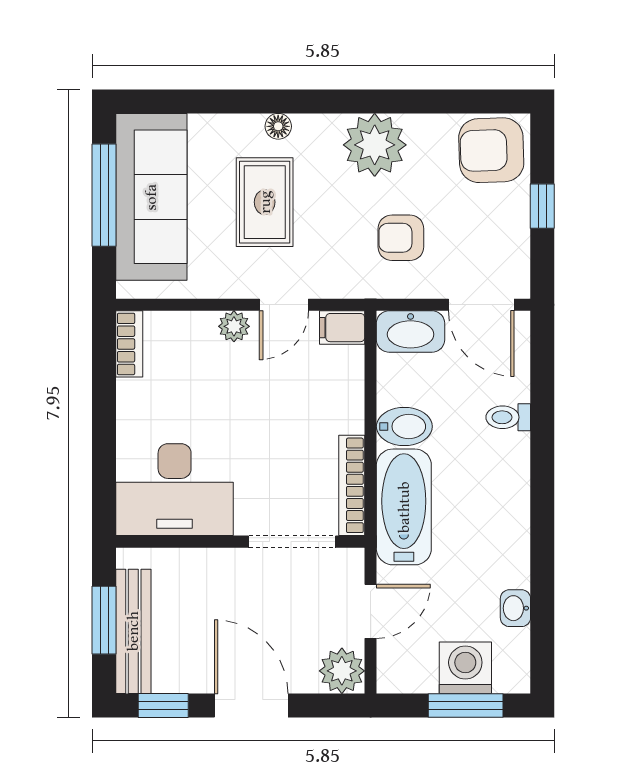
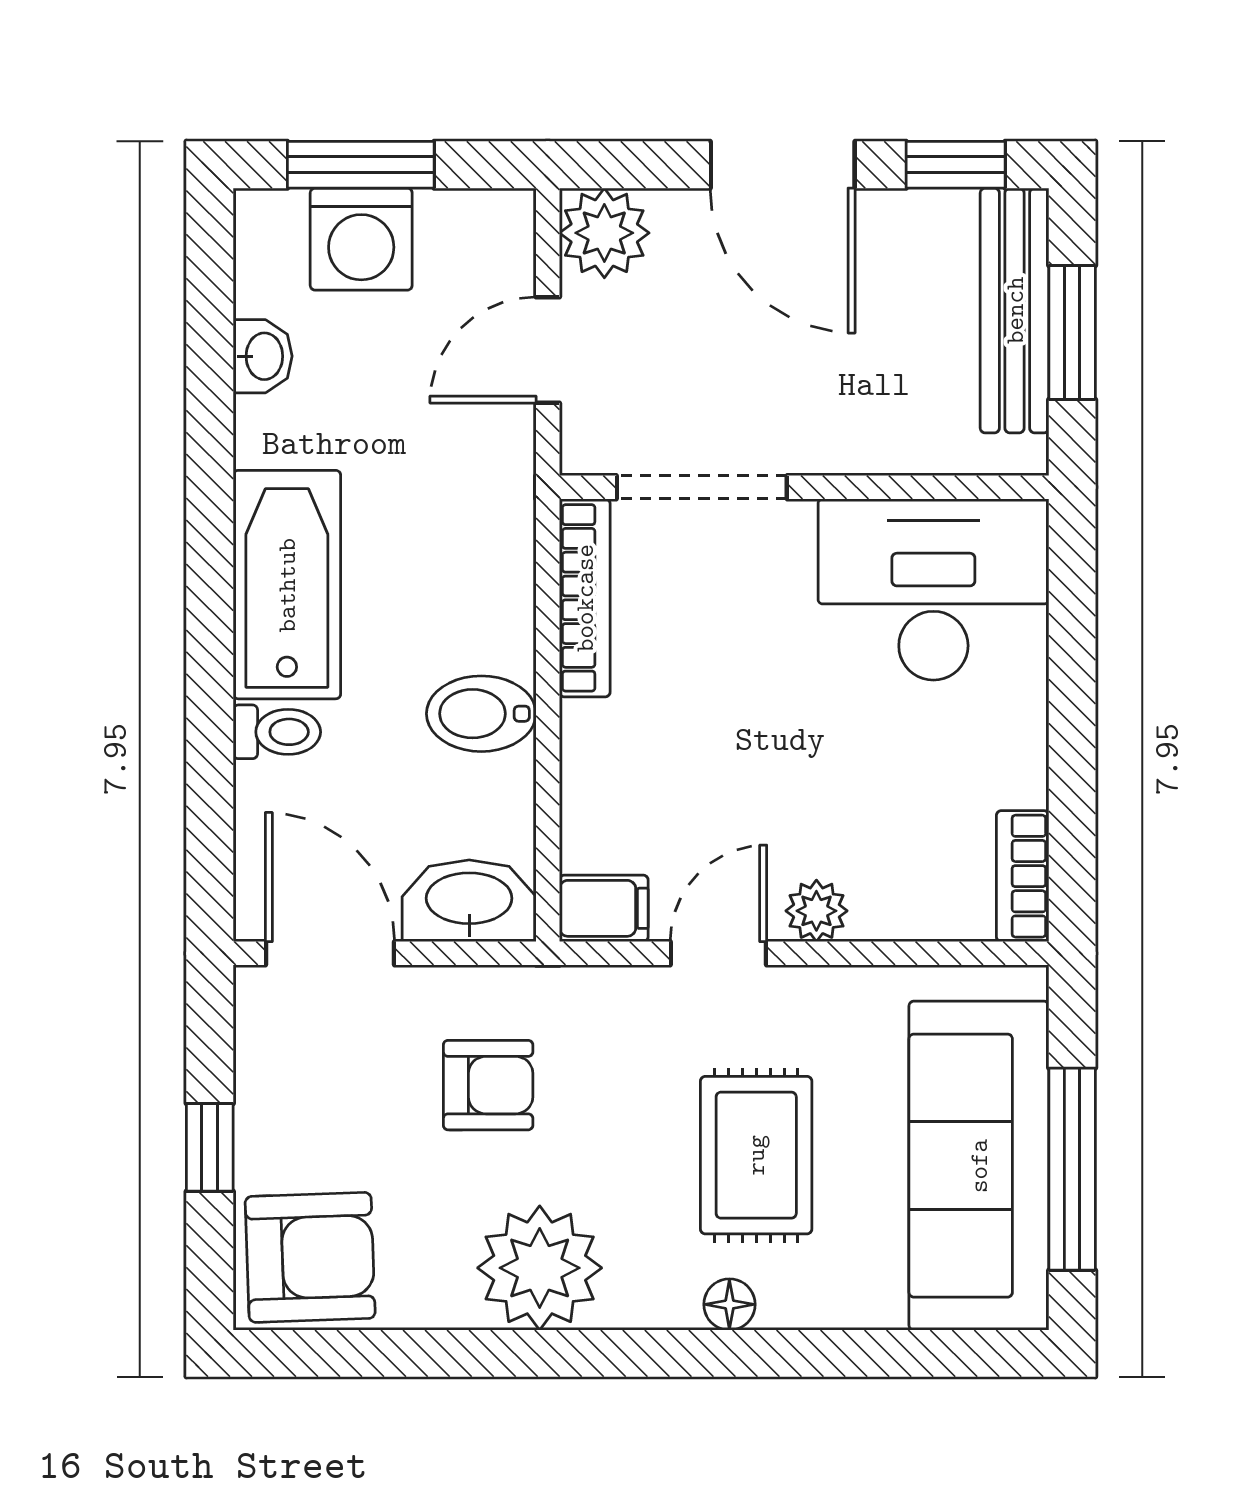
bathtub: (404, 507) -> (287, 585), moved, turned 180

